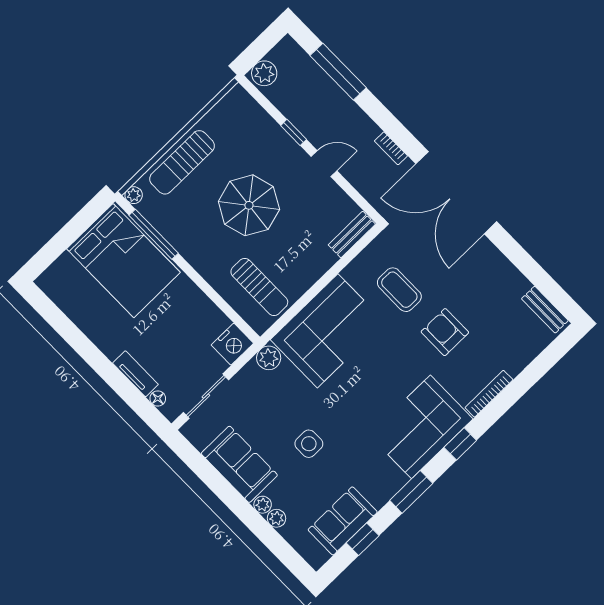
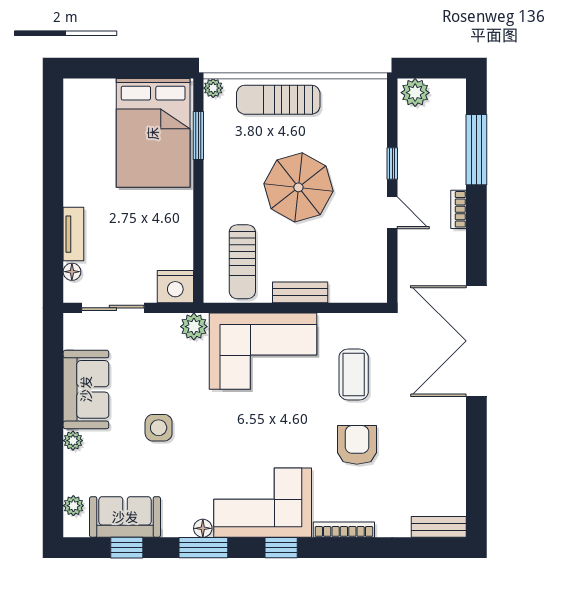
bookcase: (391, 148) -> (458, 209), moved
window: (154, 234) -> (198, 136), width x0.69
bench: (352, 234) -> (300, 292), moved
bench: (545, 310) -> (439, 527), moved, turned 90
floor lamp: (399, 480) -> (203, 528), added
plant: (277, 518) -> (73, 506), moved

